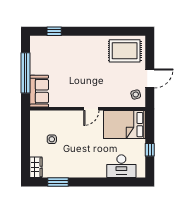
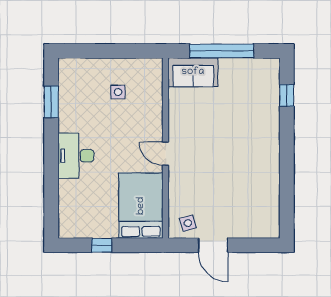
rug: (125, 51) -> (256, 206), removed
desk: (121, 166) -> (76, 156), moved
wardrobe: (36, 167) -> (74, 67), removed

